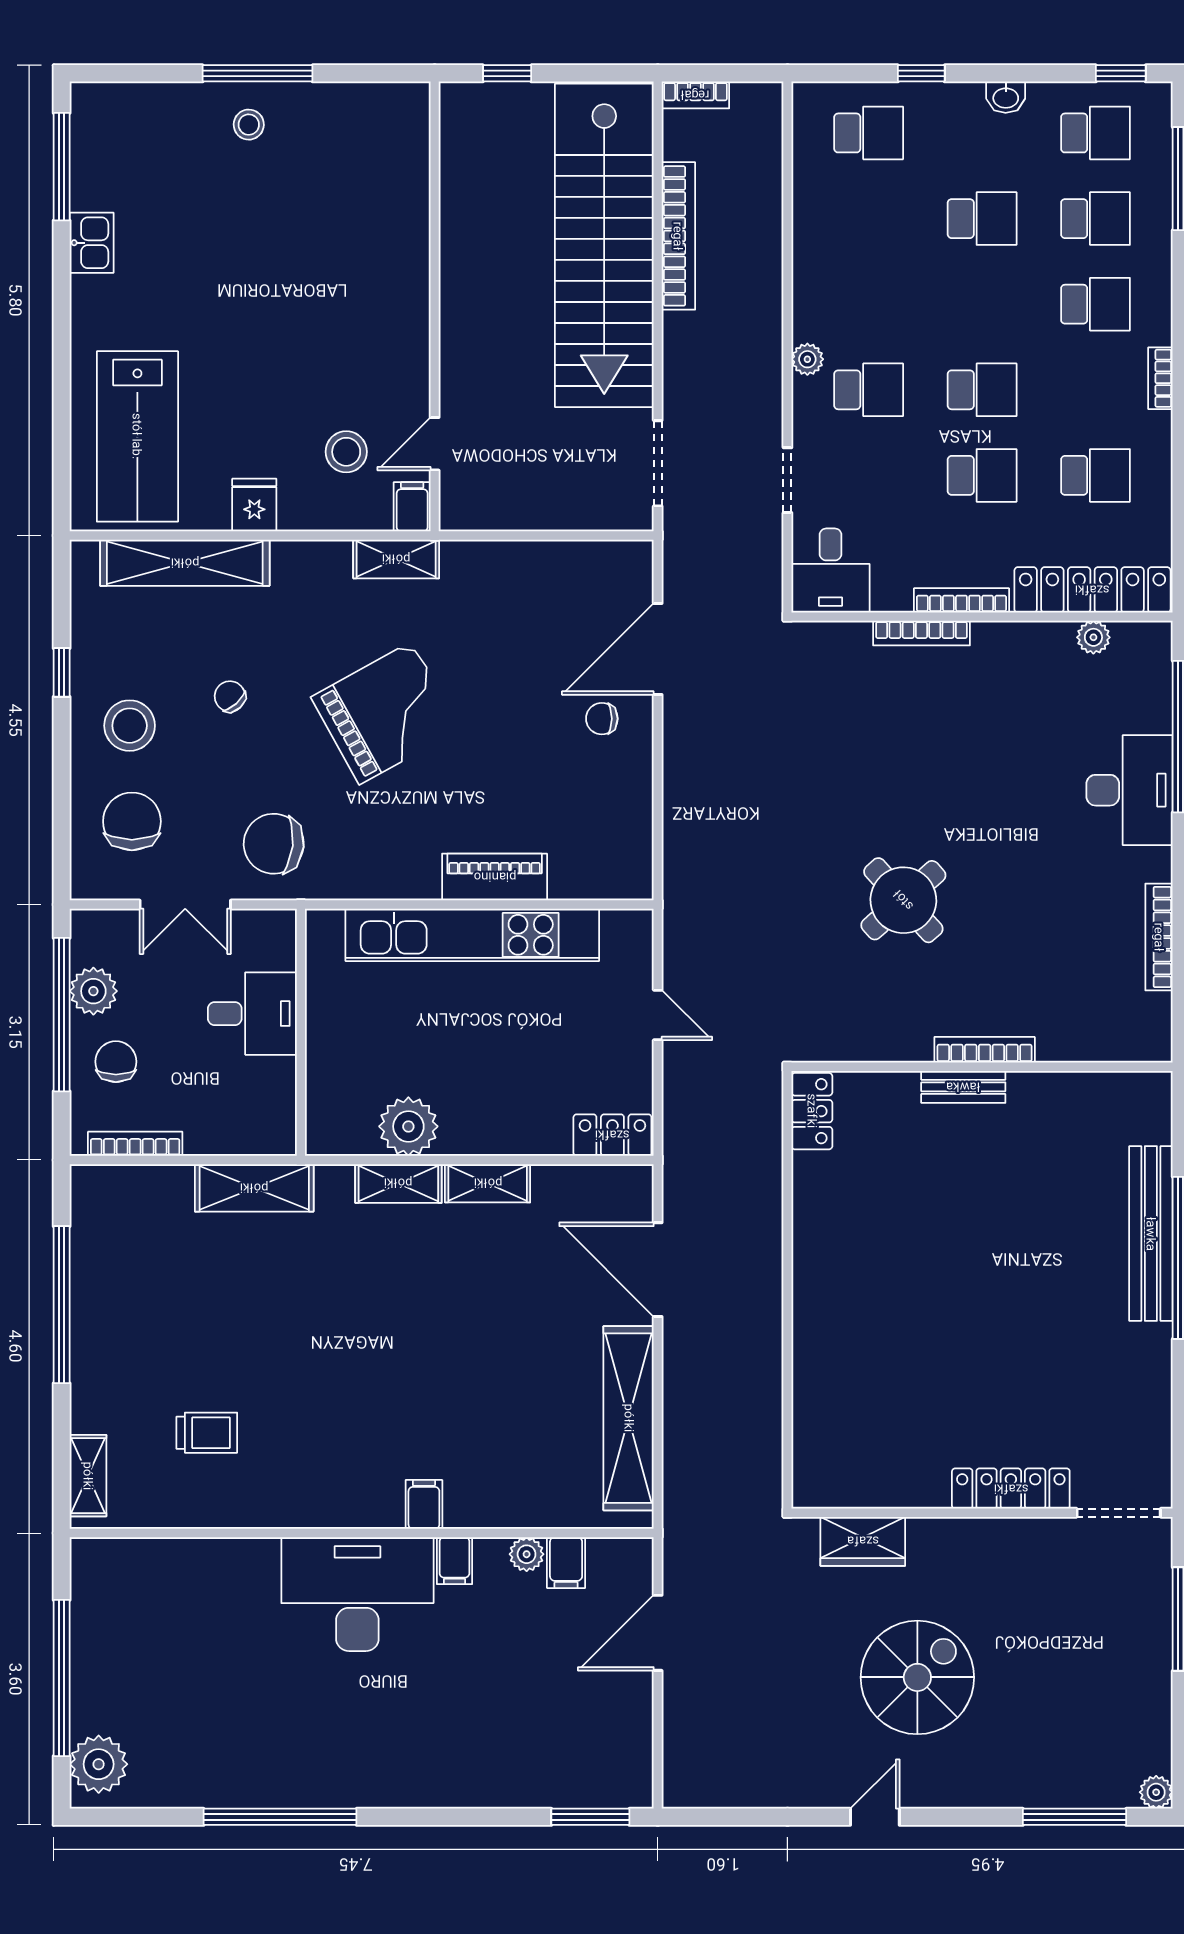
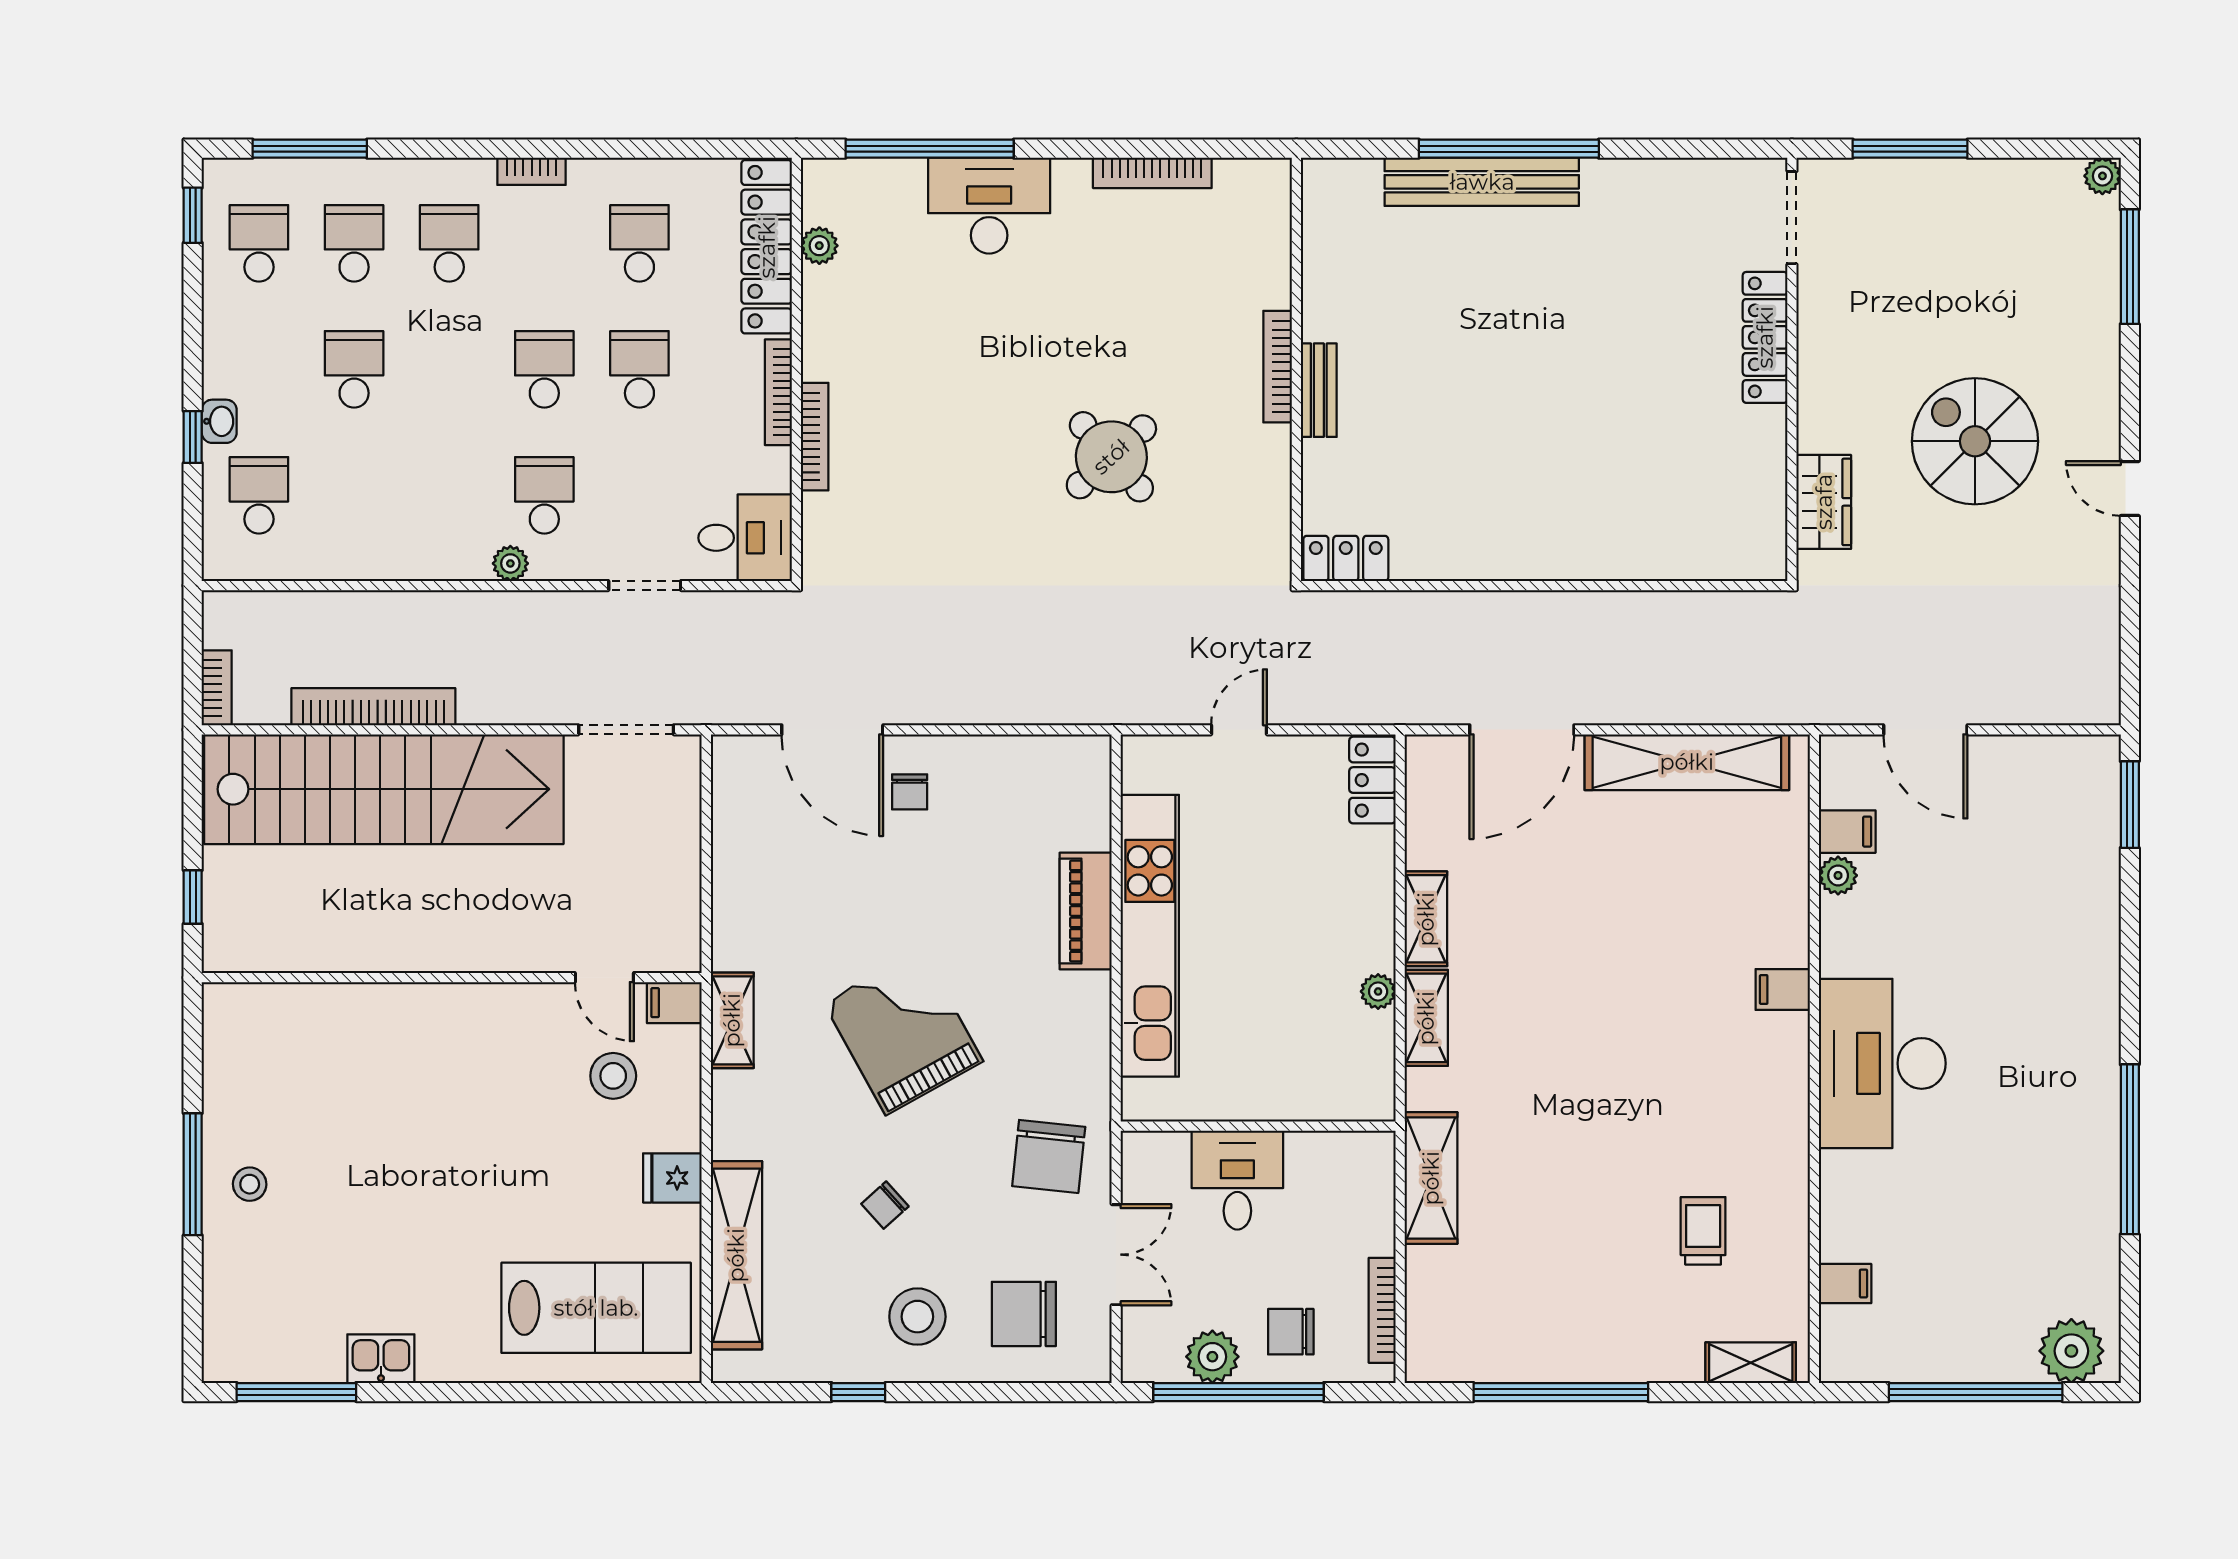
washbasin: (1006, 97) -> (219, 421), moved
plant: (408, 1126) -> (1378, 991), width x0.53, depth x0.53
filing cabinet: (454, 1561) -> (1845, 1284), moved

